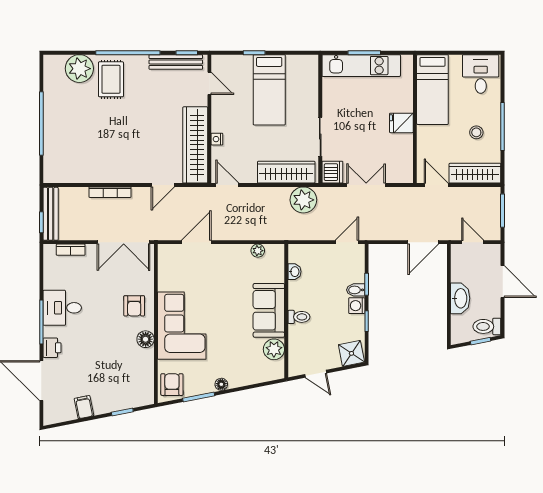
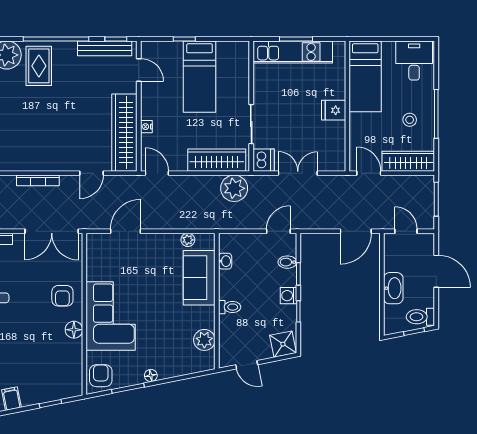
bidet: (356, 290) -> (287, 262), moved
sofa: (269, 310) -> (199, 278), moved

